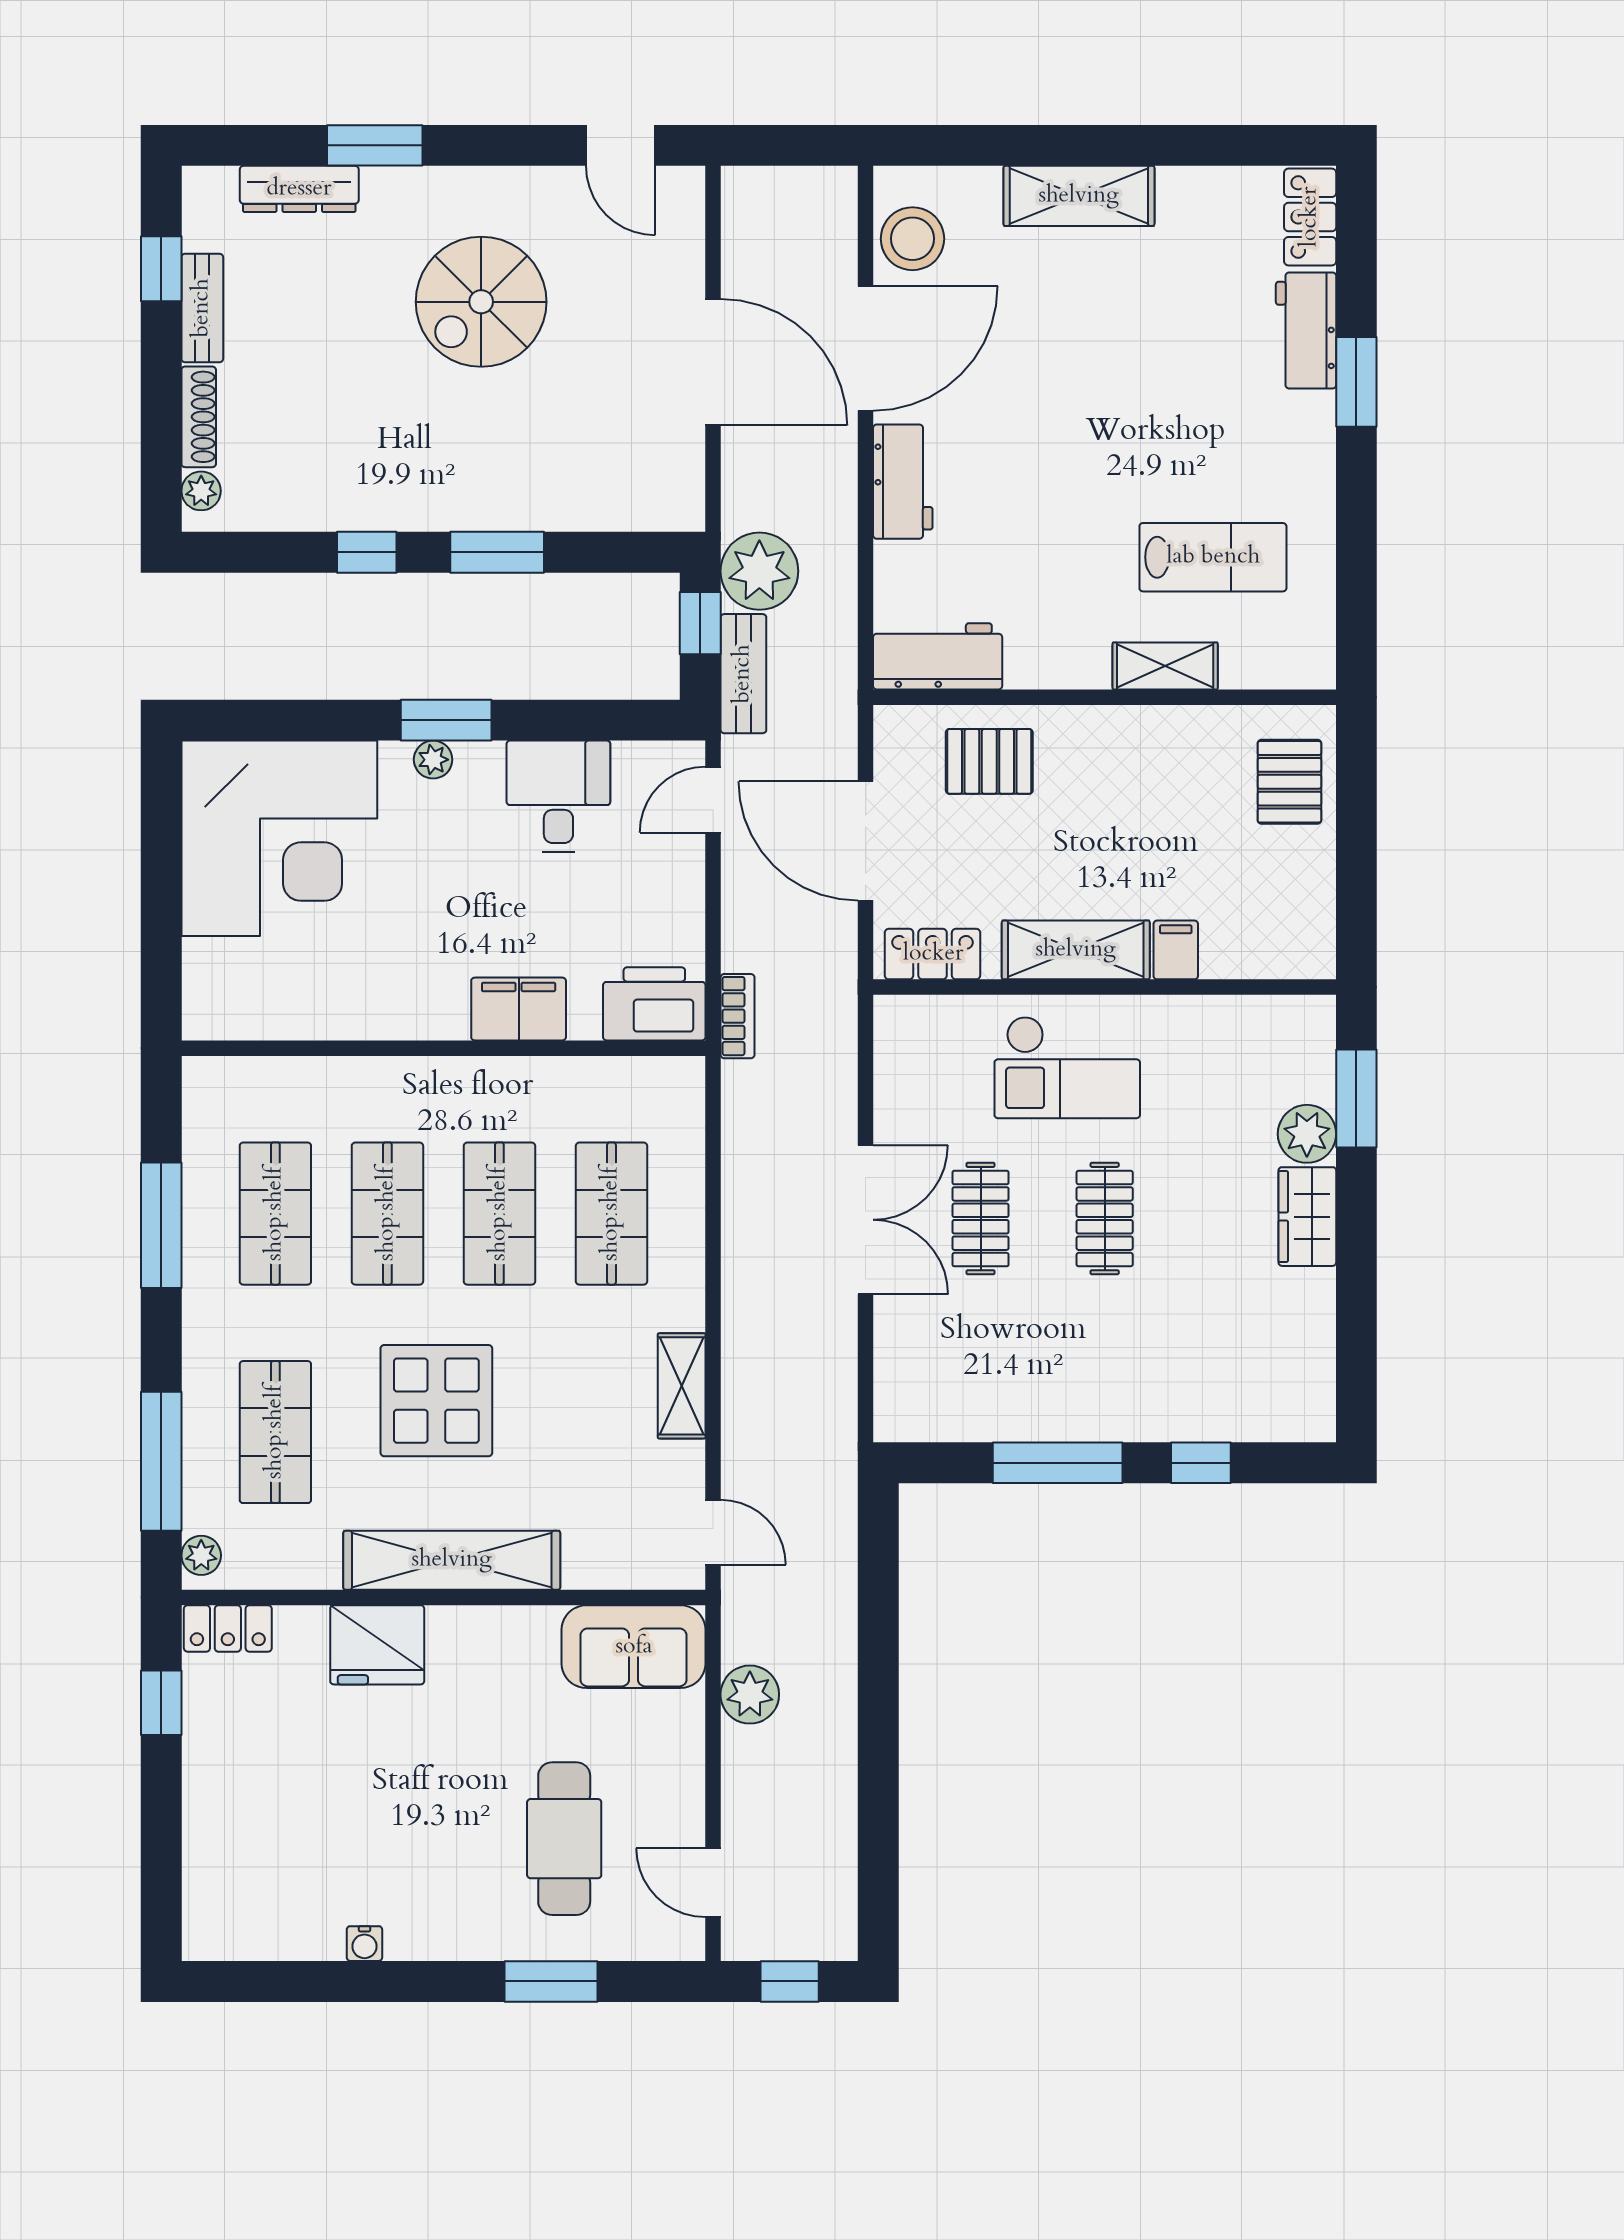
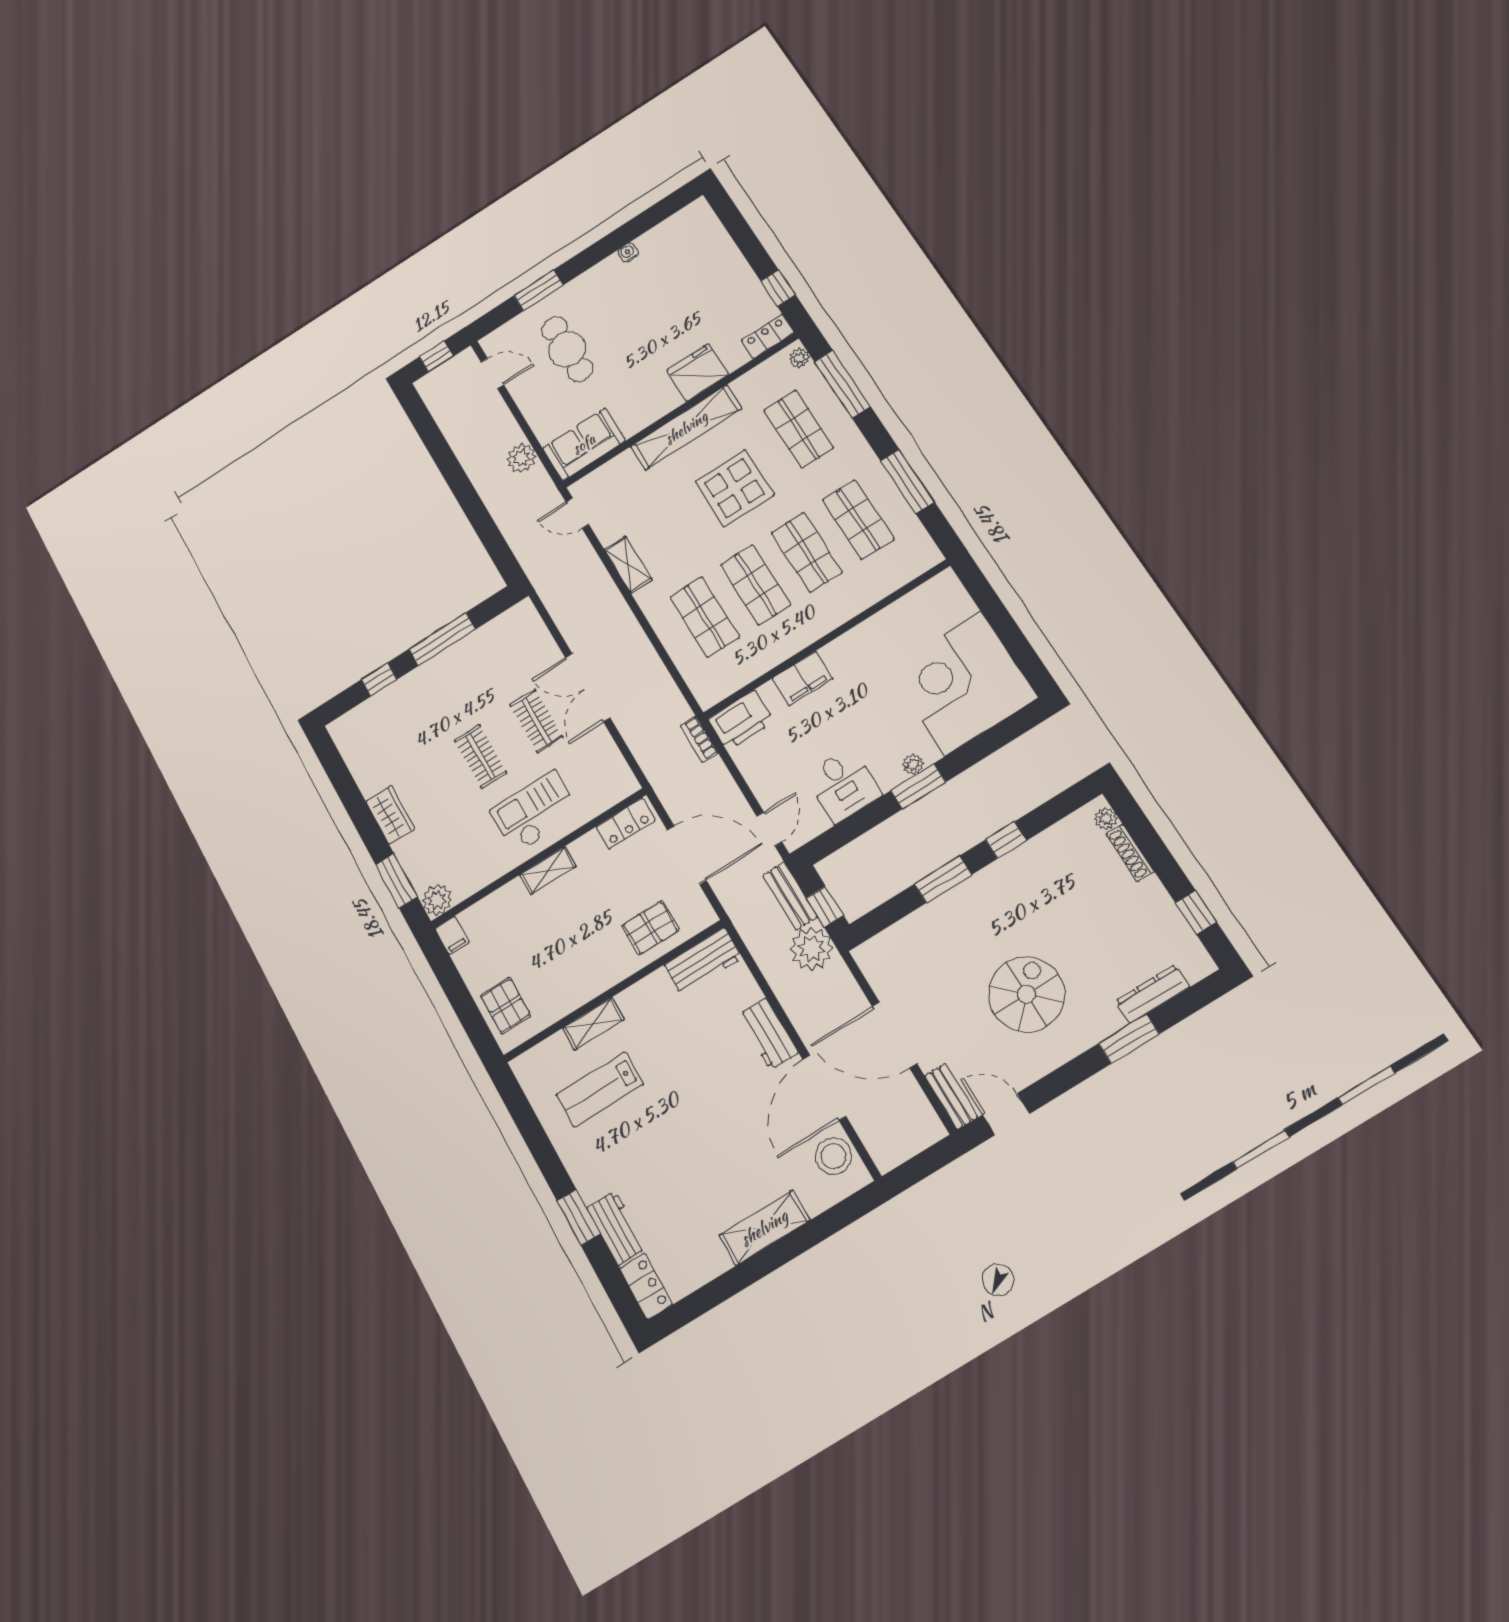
bench: (202, 308) -> (951, 1096), moved
shelving: (1076, 950) -> (548, 871), width x0.67, depth x0.75
filing cabinet: (1176, 950) -> (452, 935), moved
plant: (1307, 1134) -> (437, 900), moved

